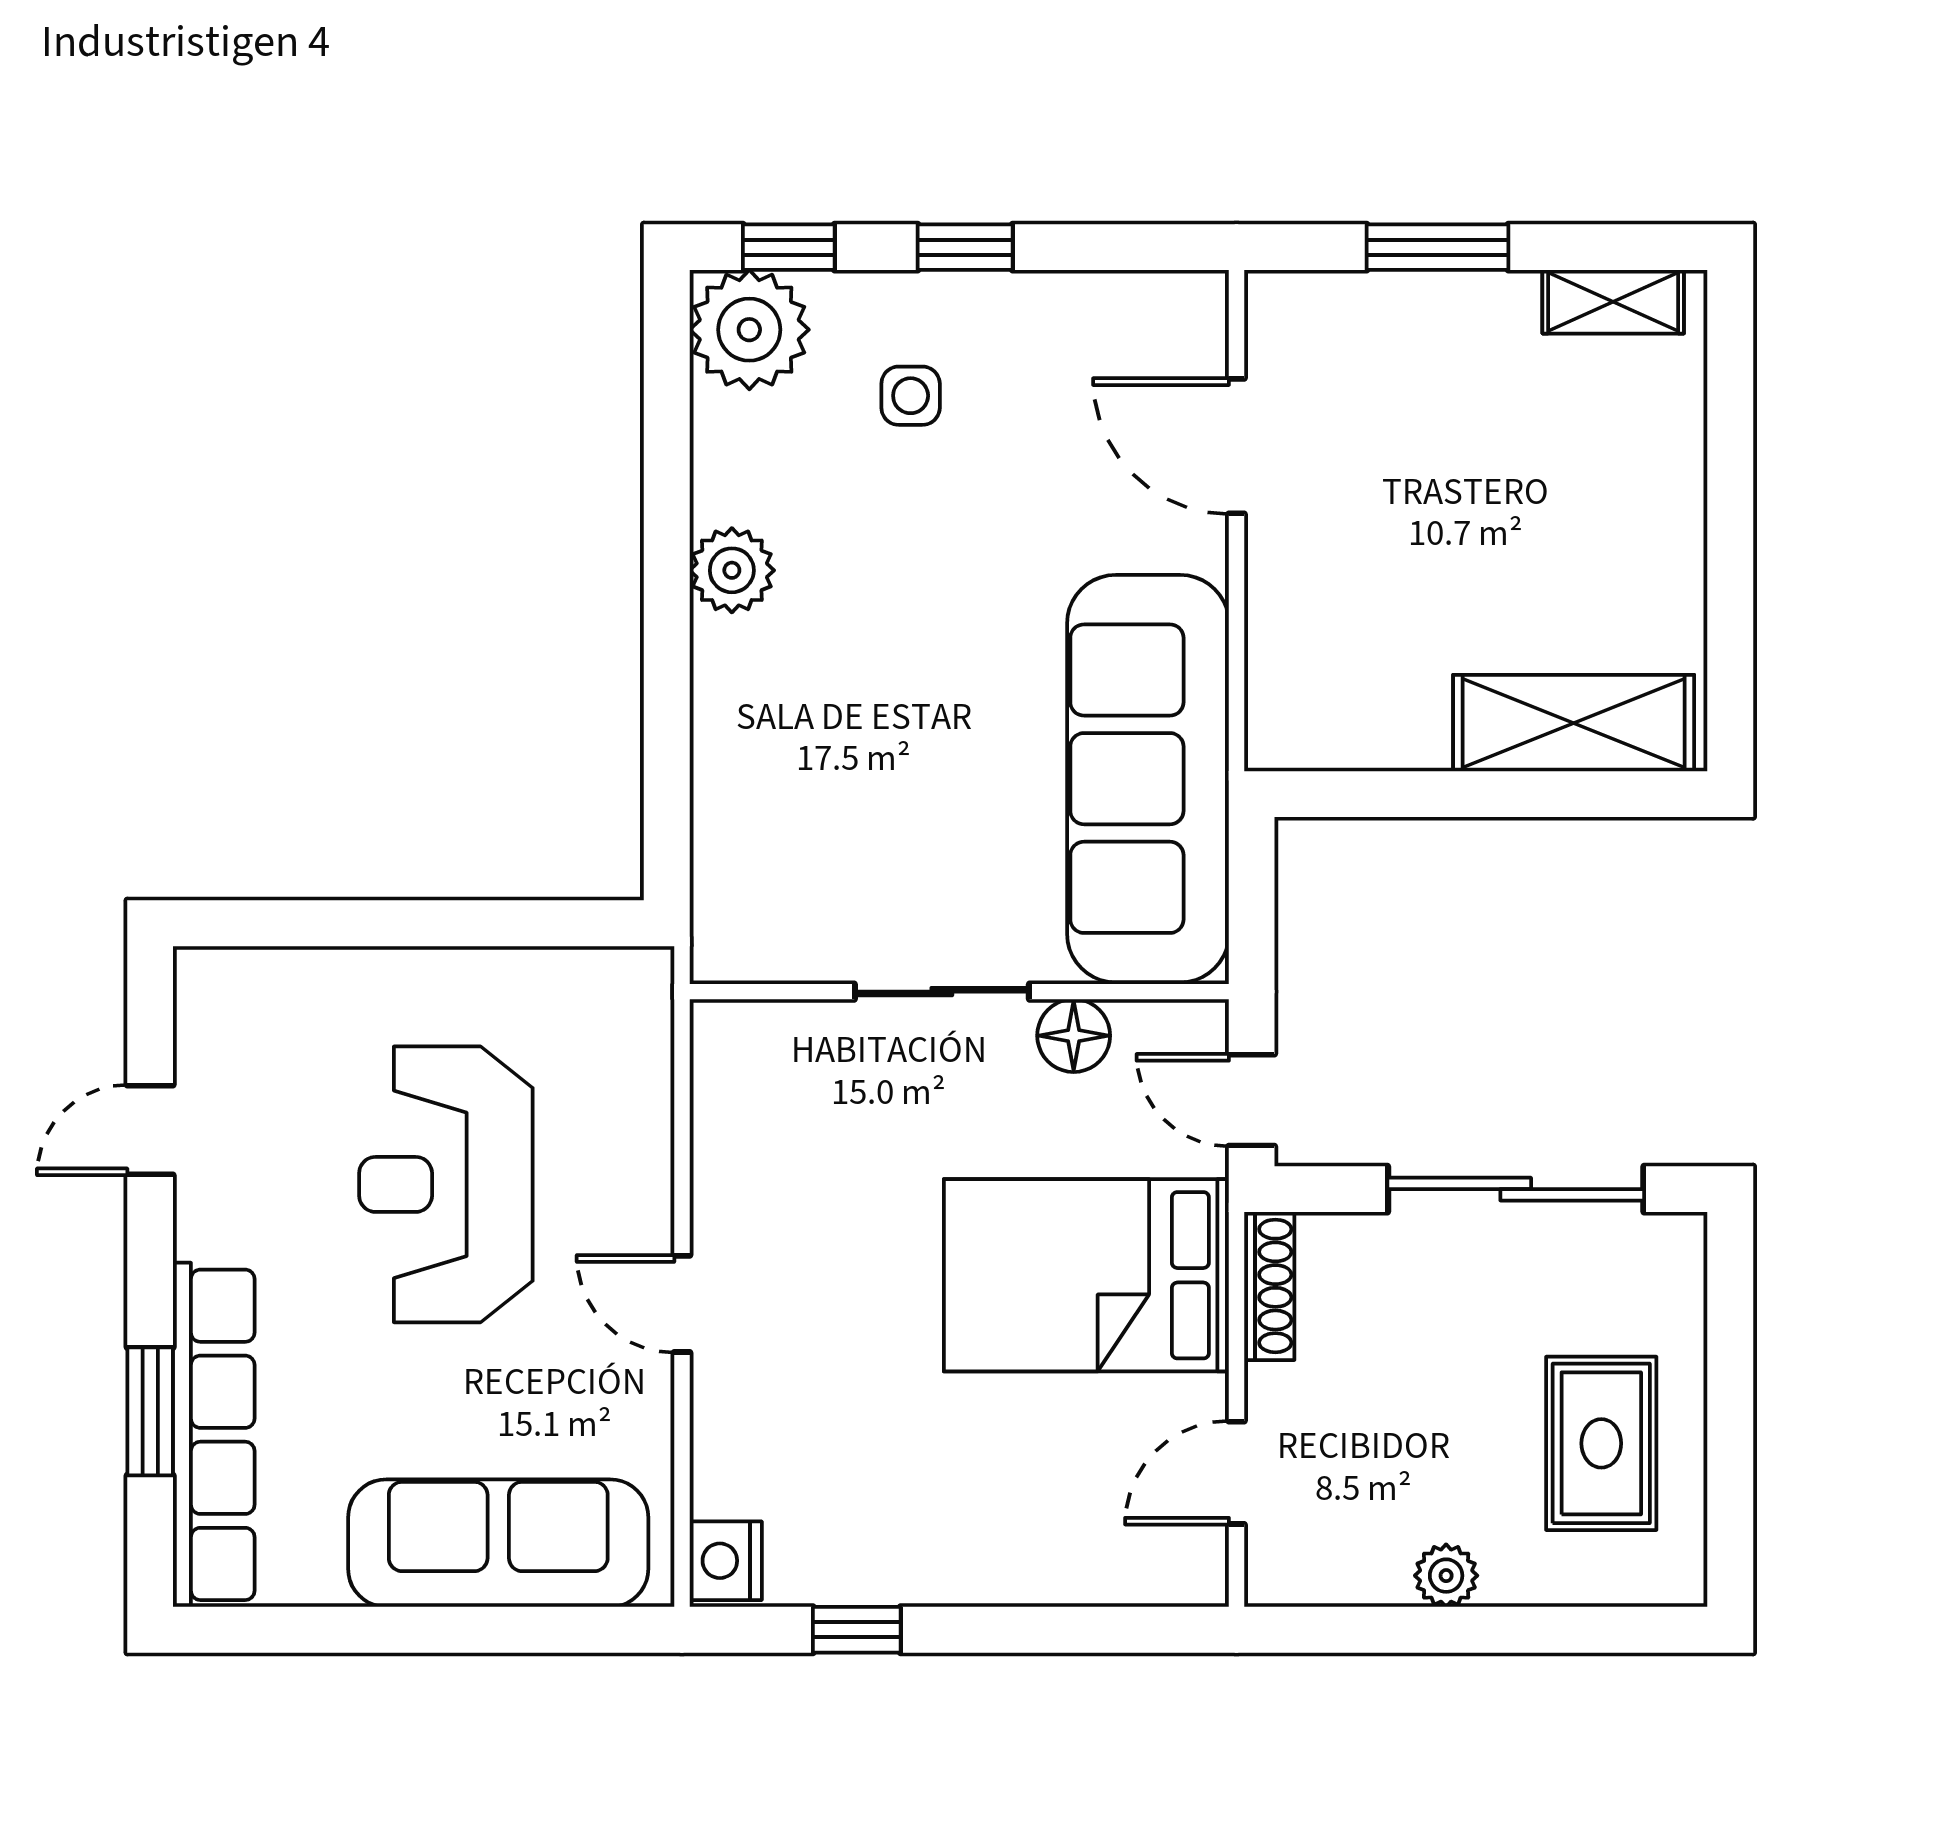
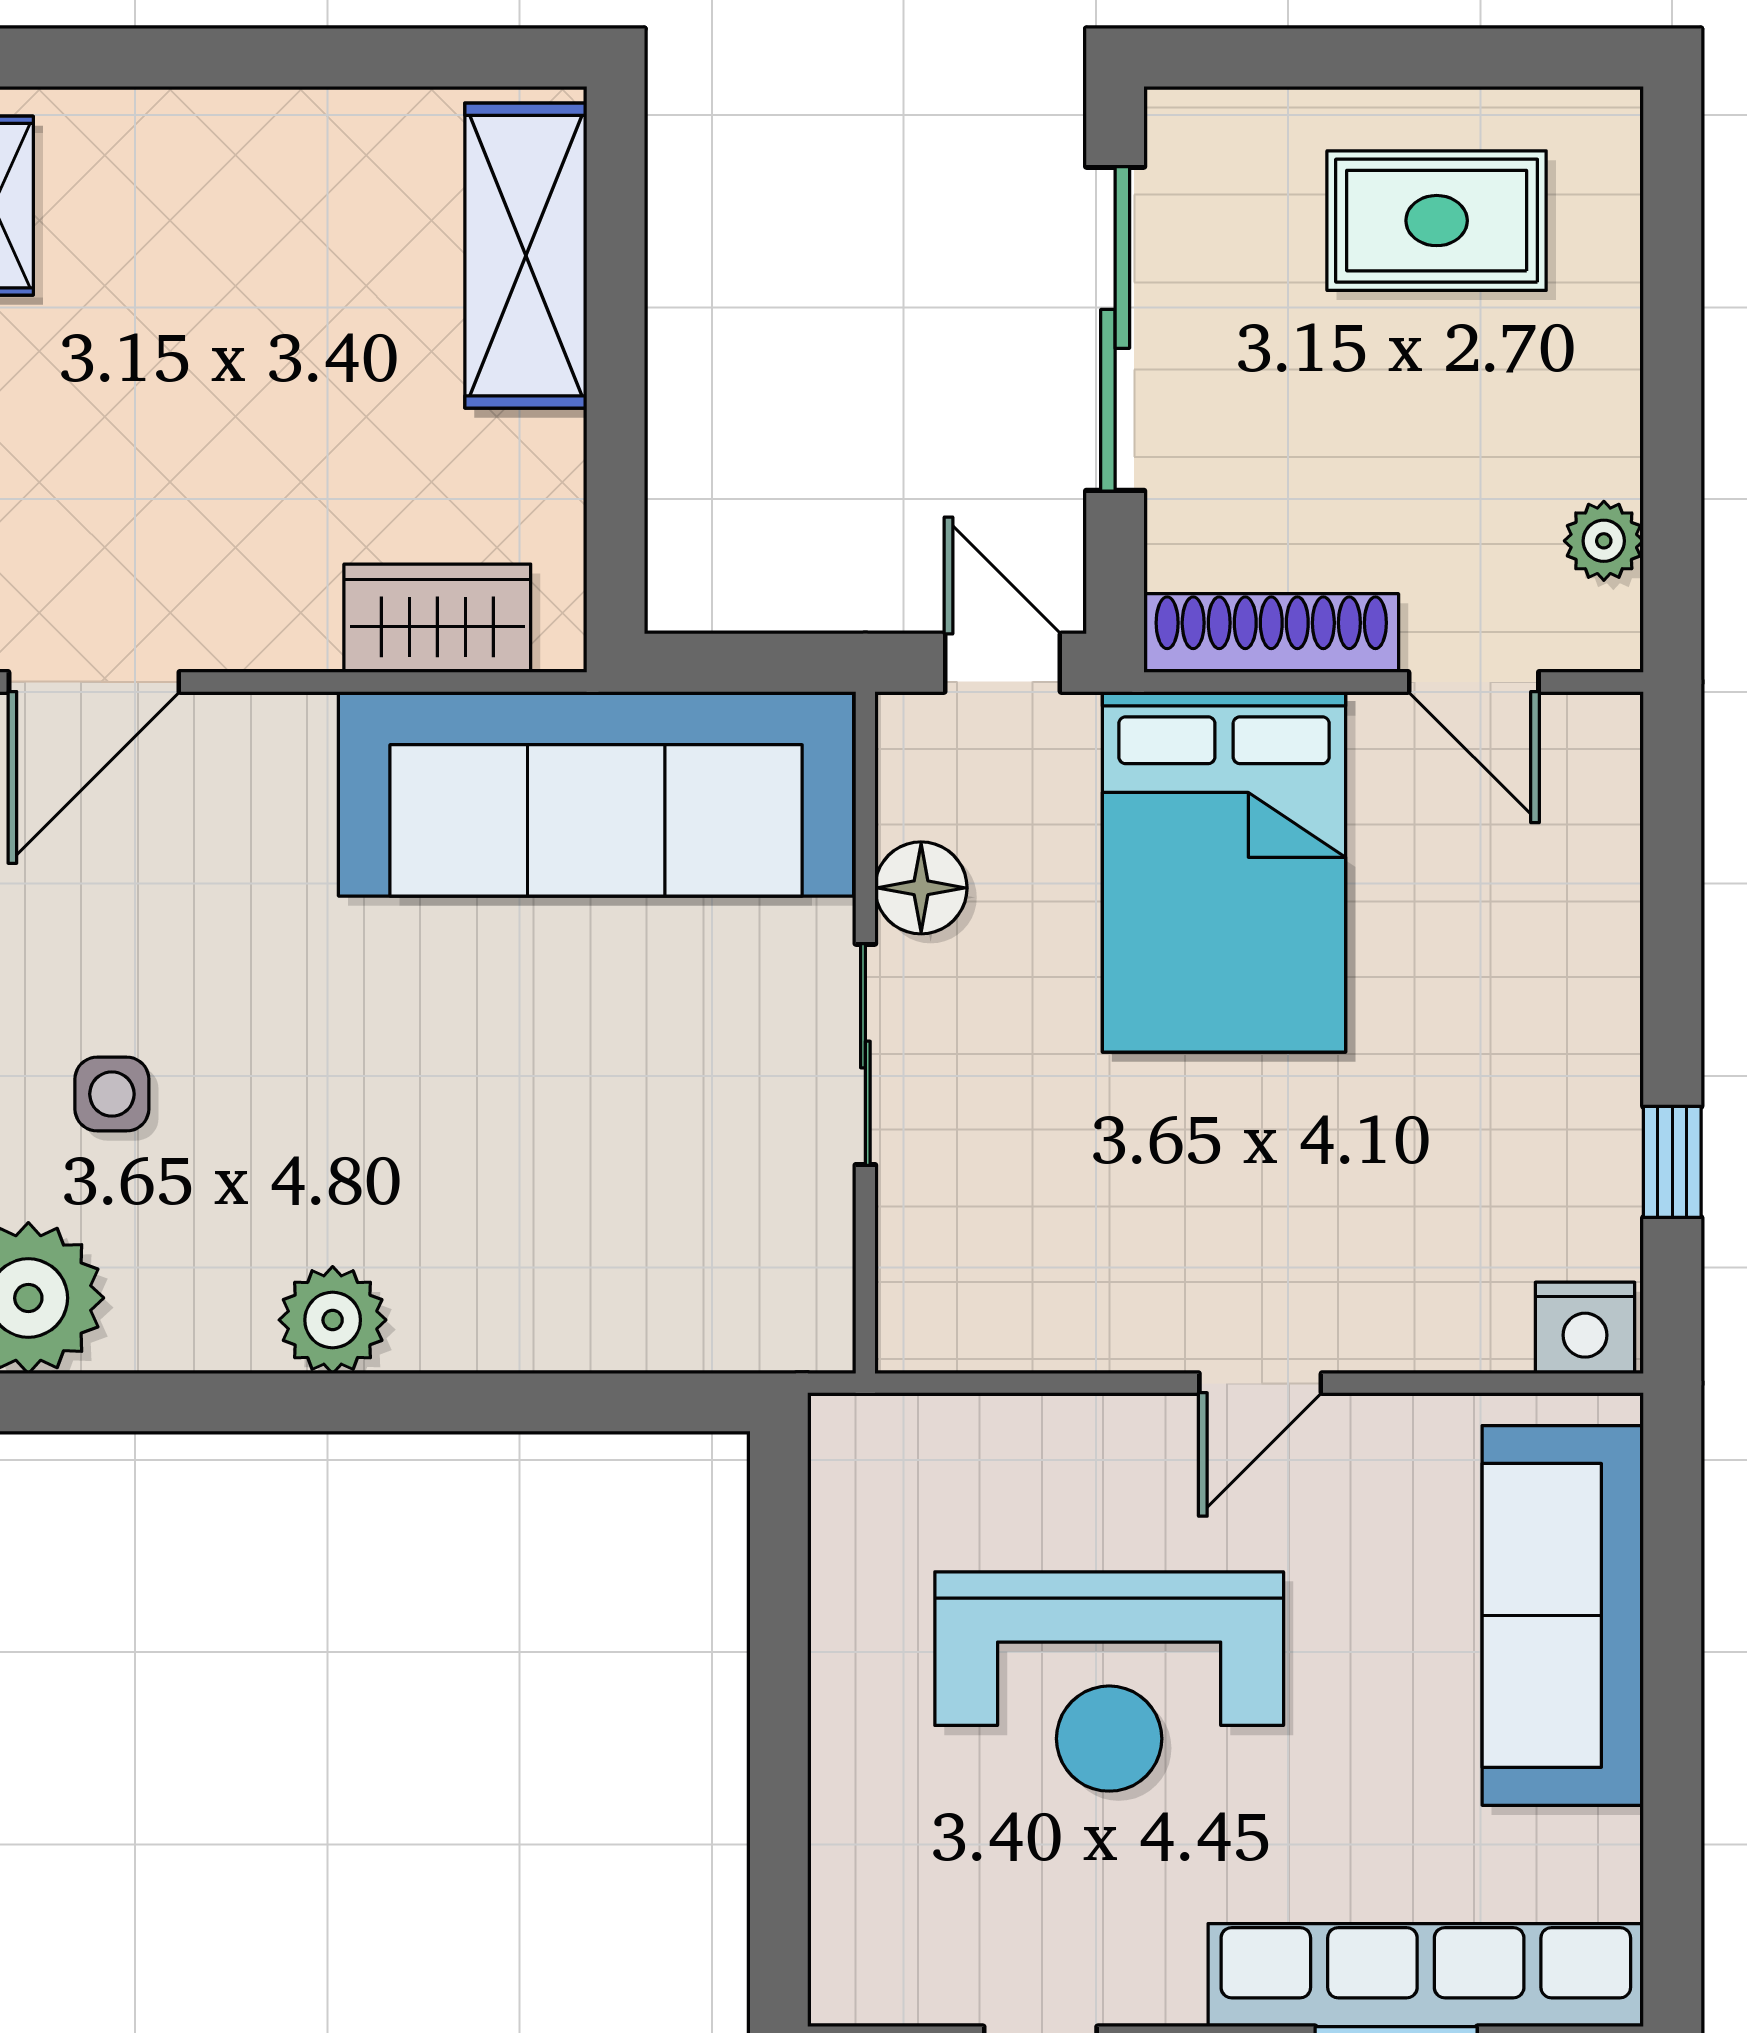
door: (1236, 446) -> (94, 682), moved
wardrobe: (1287, 653) -> (437, 618), added
door: (1252, 1100) -> (1003, 663), swing flipped
shoe rack: (1269, 1286) -> (1271, 633), width x1.36, depth x1.24
plant: (1446, 1576) -> (1604, 541), moved

